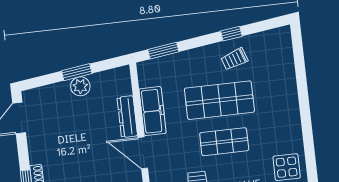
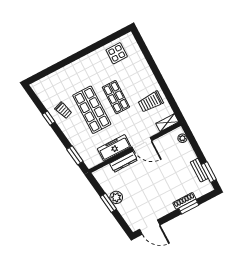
door: (143, 153) -> (142, 144), hinge flipped

